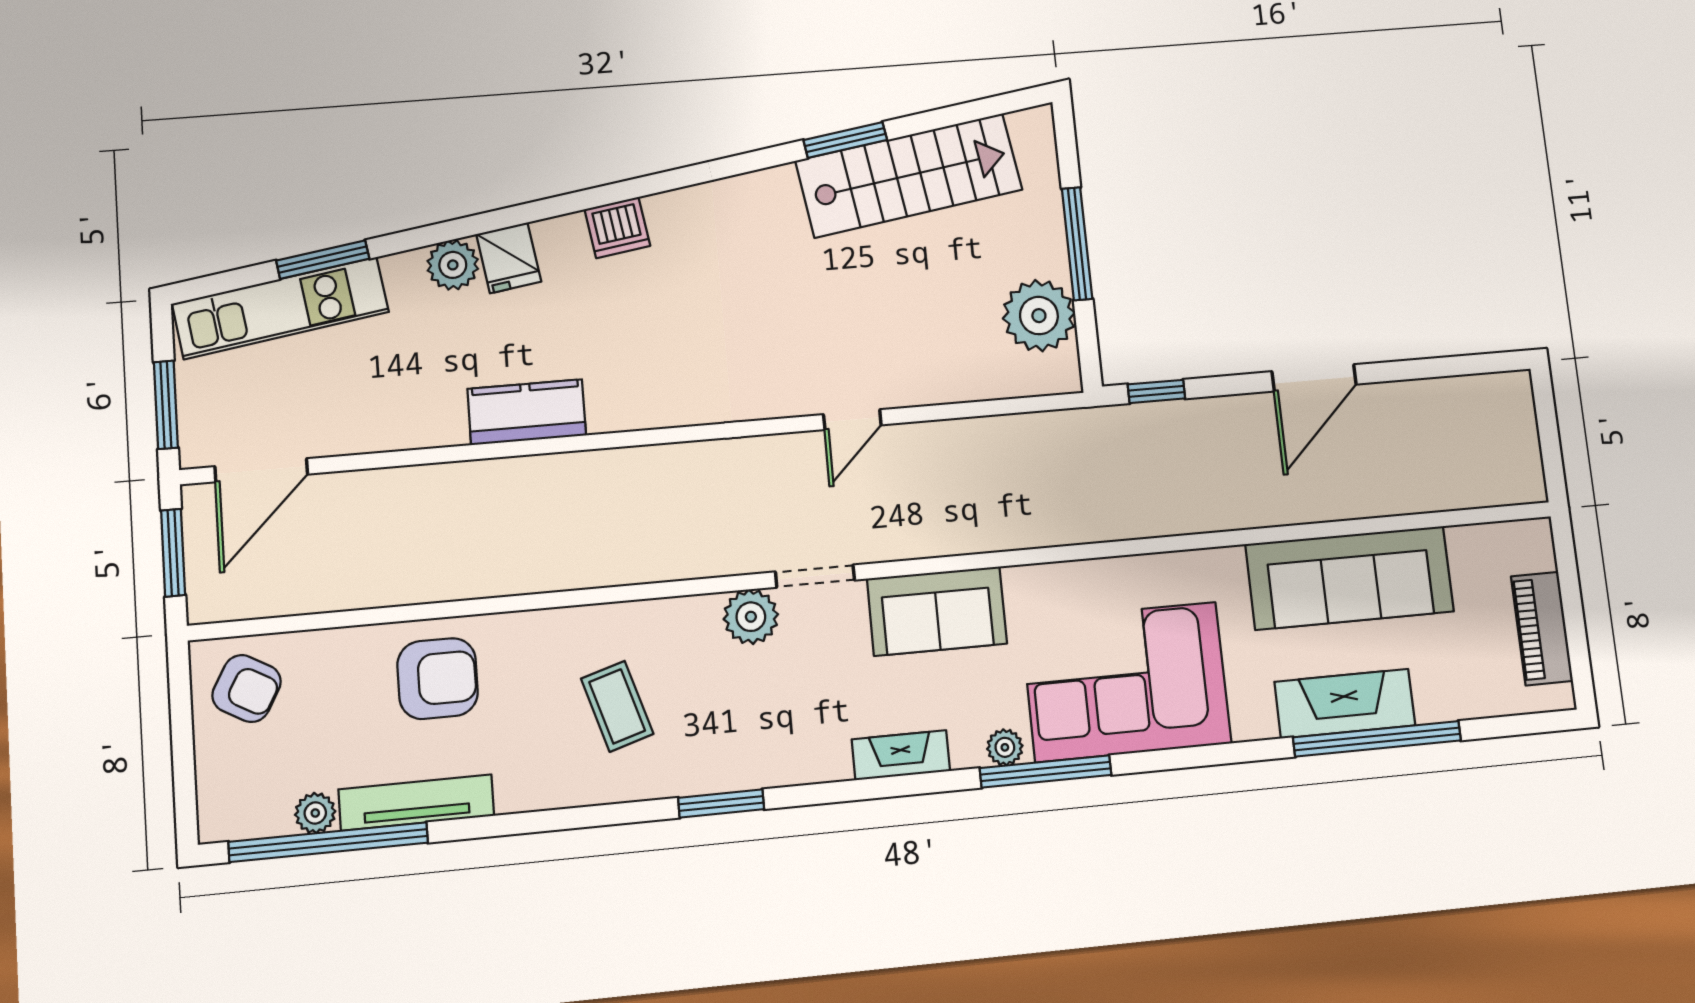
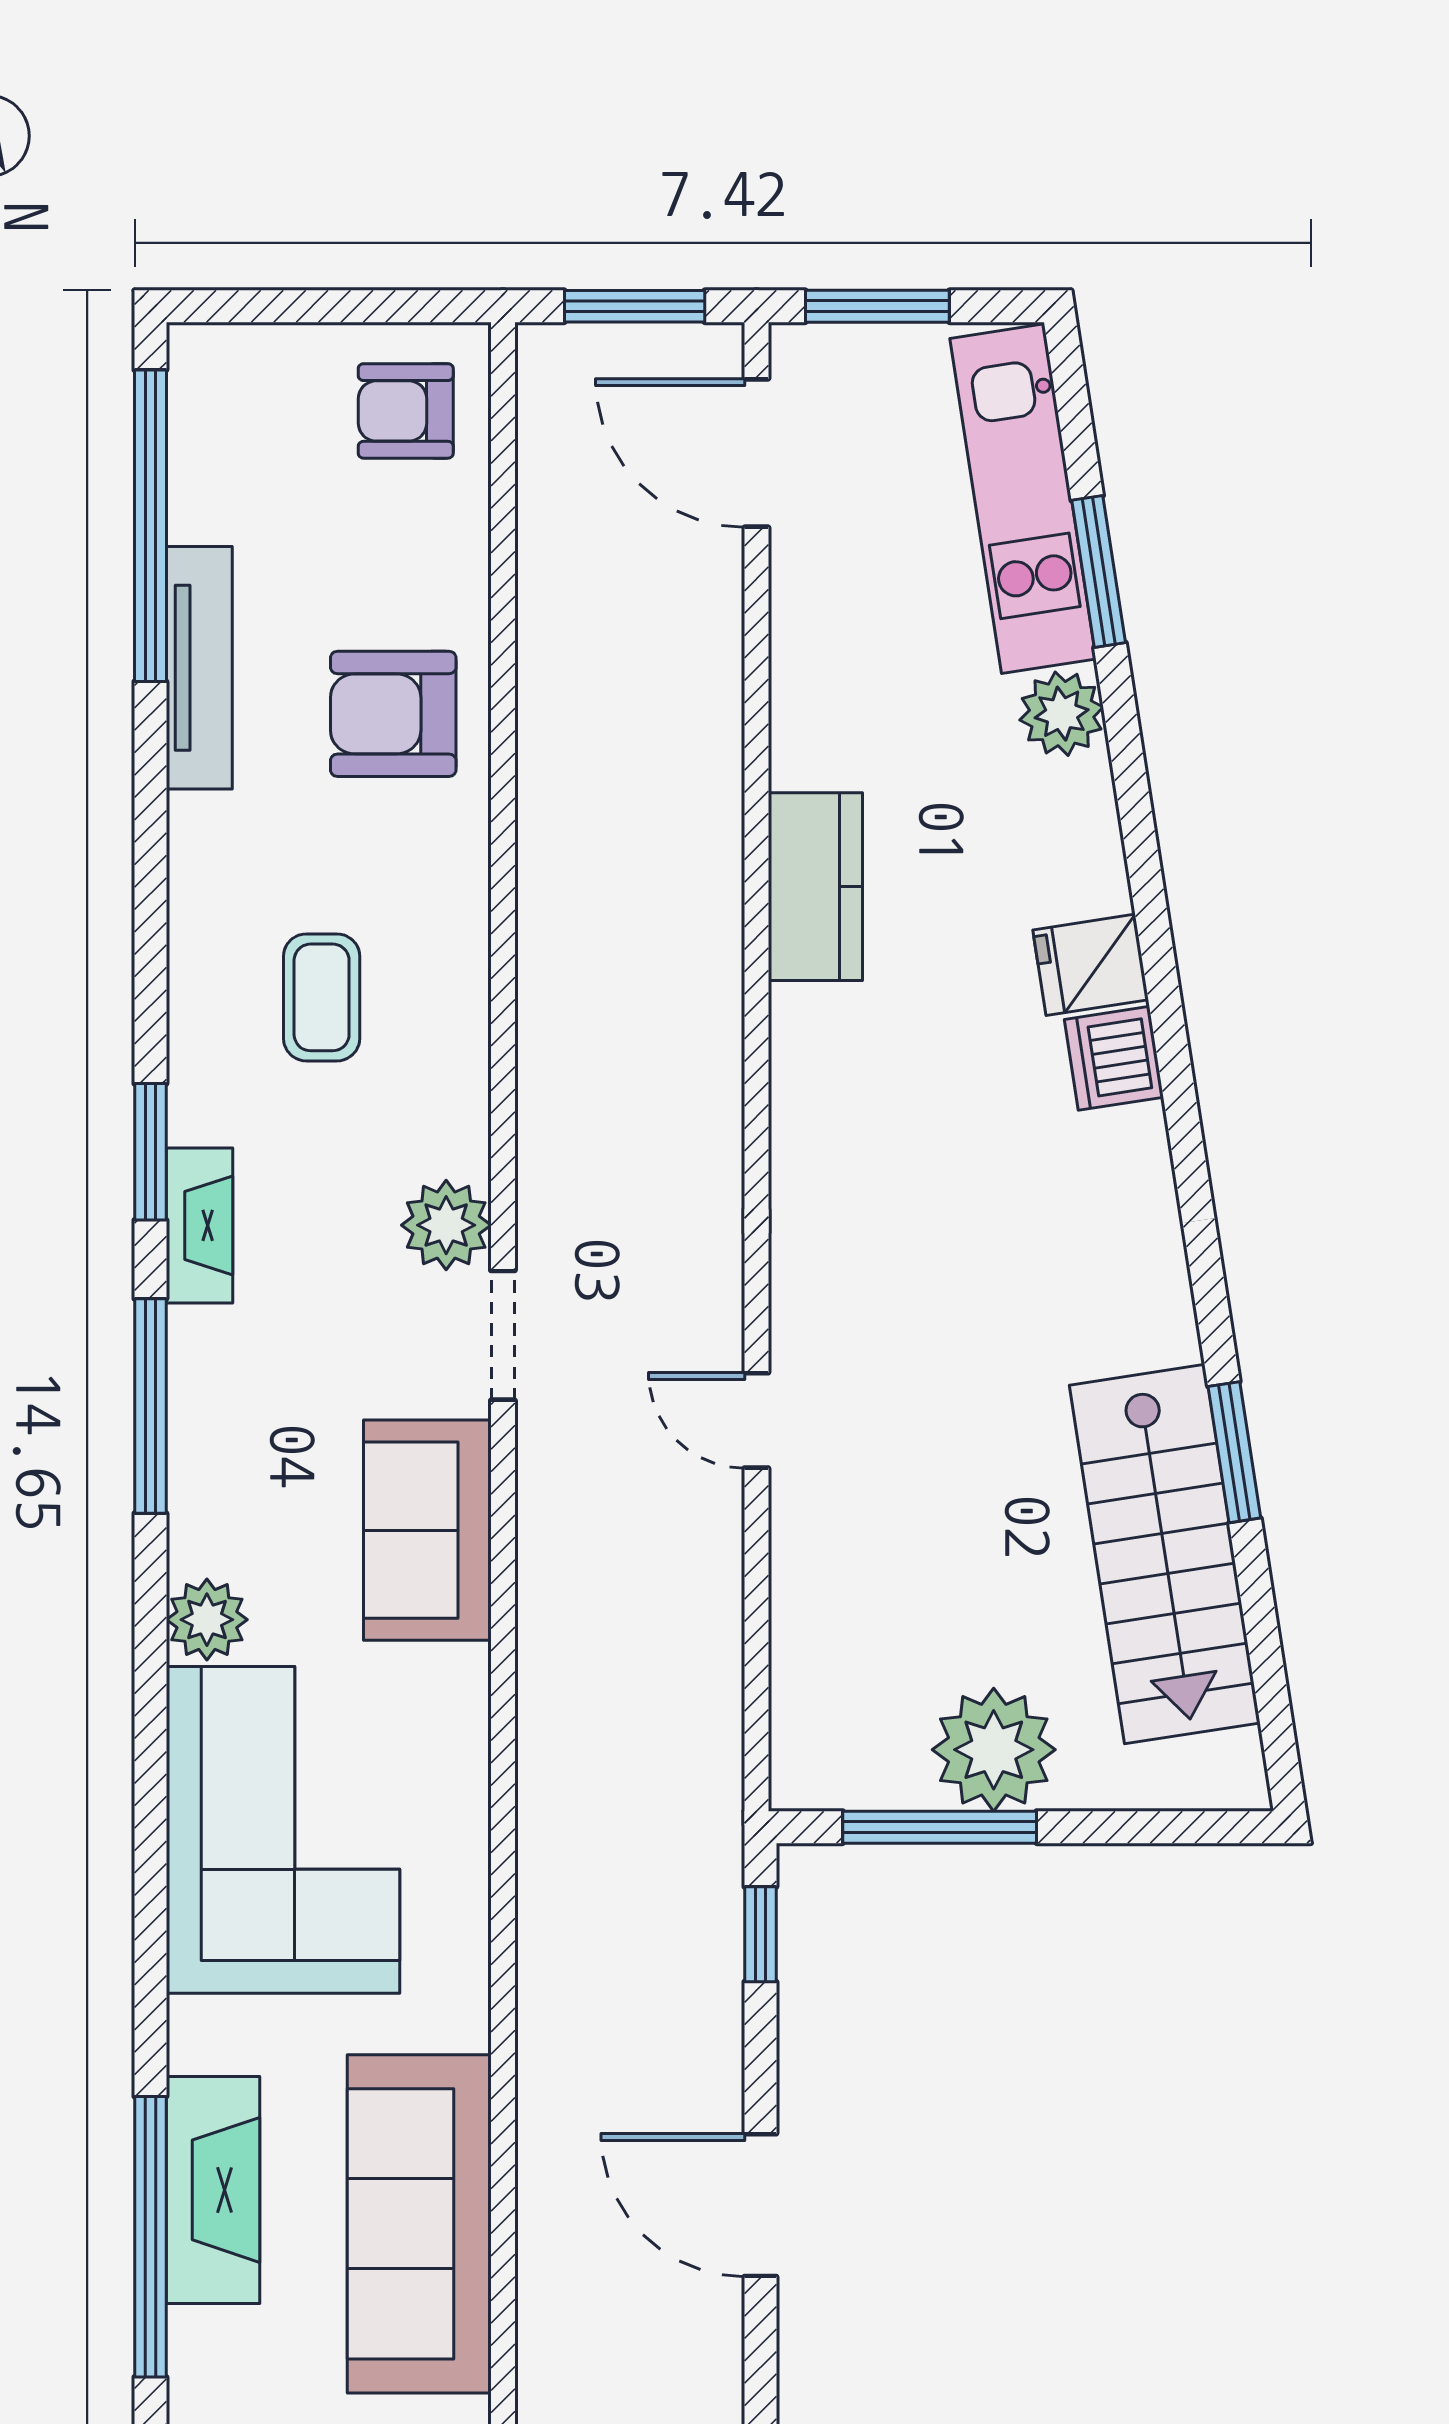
window: (1077, 244) -> (940, 1827), moved
fridge: (509, 258) -> (1091, 965), moved
plant: (453, 265) -> (1062, 714), moved
plant: (1039, 316) -> (994, 1750), moved
armchair: (438, 679) -> (393, 714), turned 90
armchair: (247, 688) -> (406, 411), turned 61
coffee table: (617, 706) -> (322, 997), turned -73
plant: (1005, 747) -> (207, 1620), width x1.38, depth x1.38
fireplace: (901, 755) -> (199, 1225), moved
window: (1046, 772) -> (150, 1406), moved
plant: (315, 813) -> (198, 508), removed

